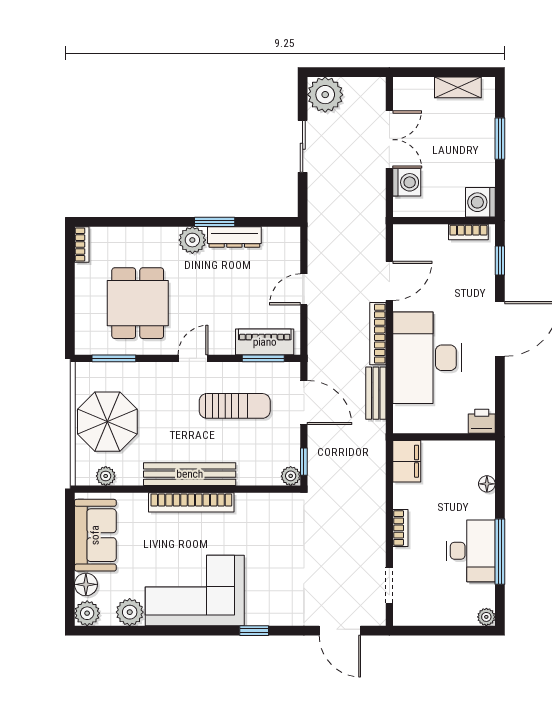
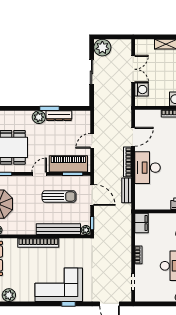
piano: (265, 342) -> (68, 164), width x1.37, depth x1.33
desk: (427, 358) -> (147, 168), width x0.73, depth x0.77
bench: (190, 474) -> (58, 229), moved
corner sofa: (195, 590) -> (59, 285), moved

